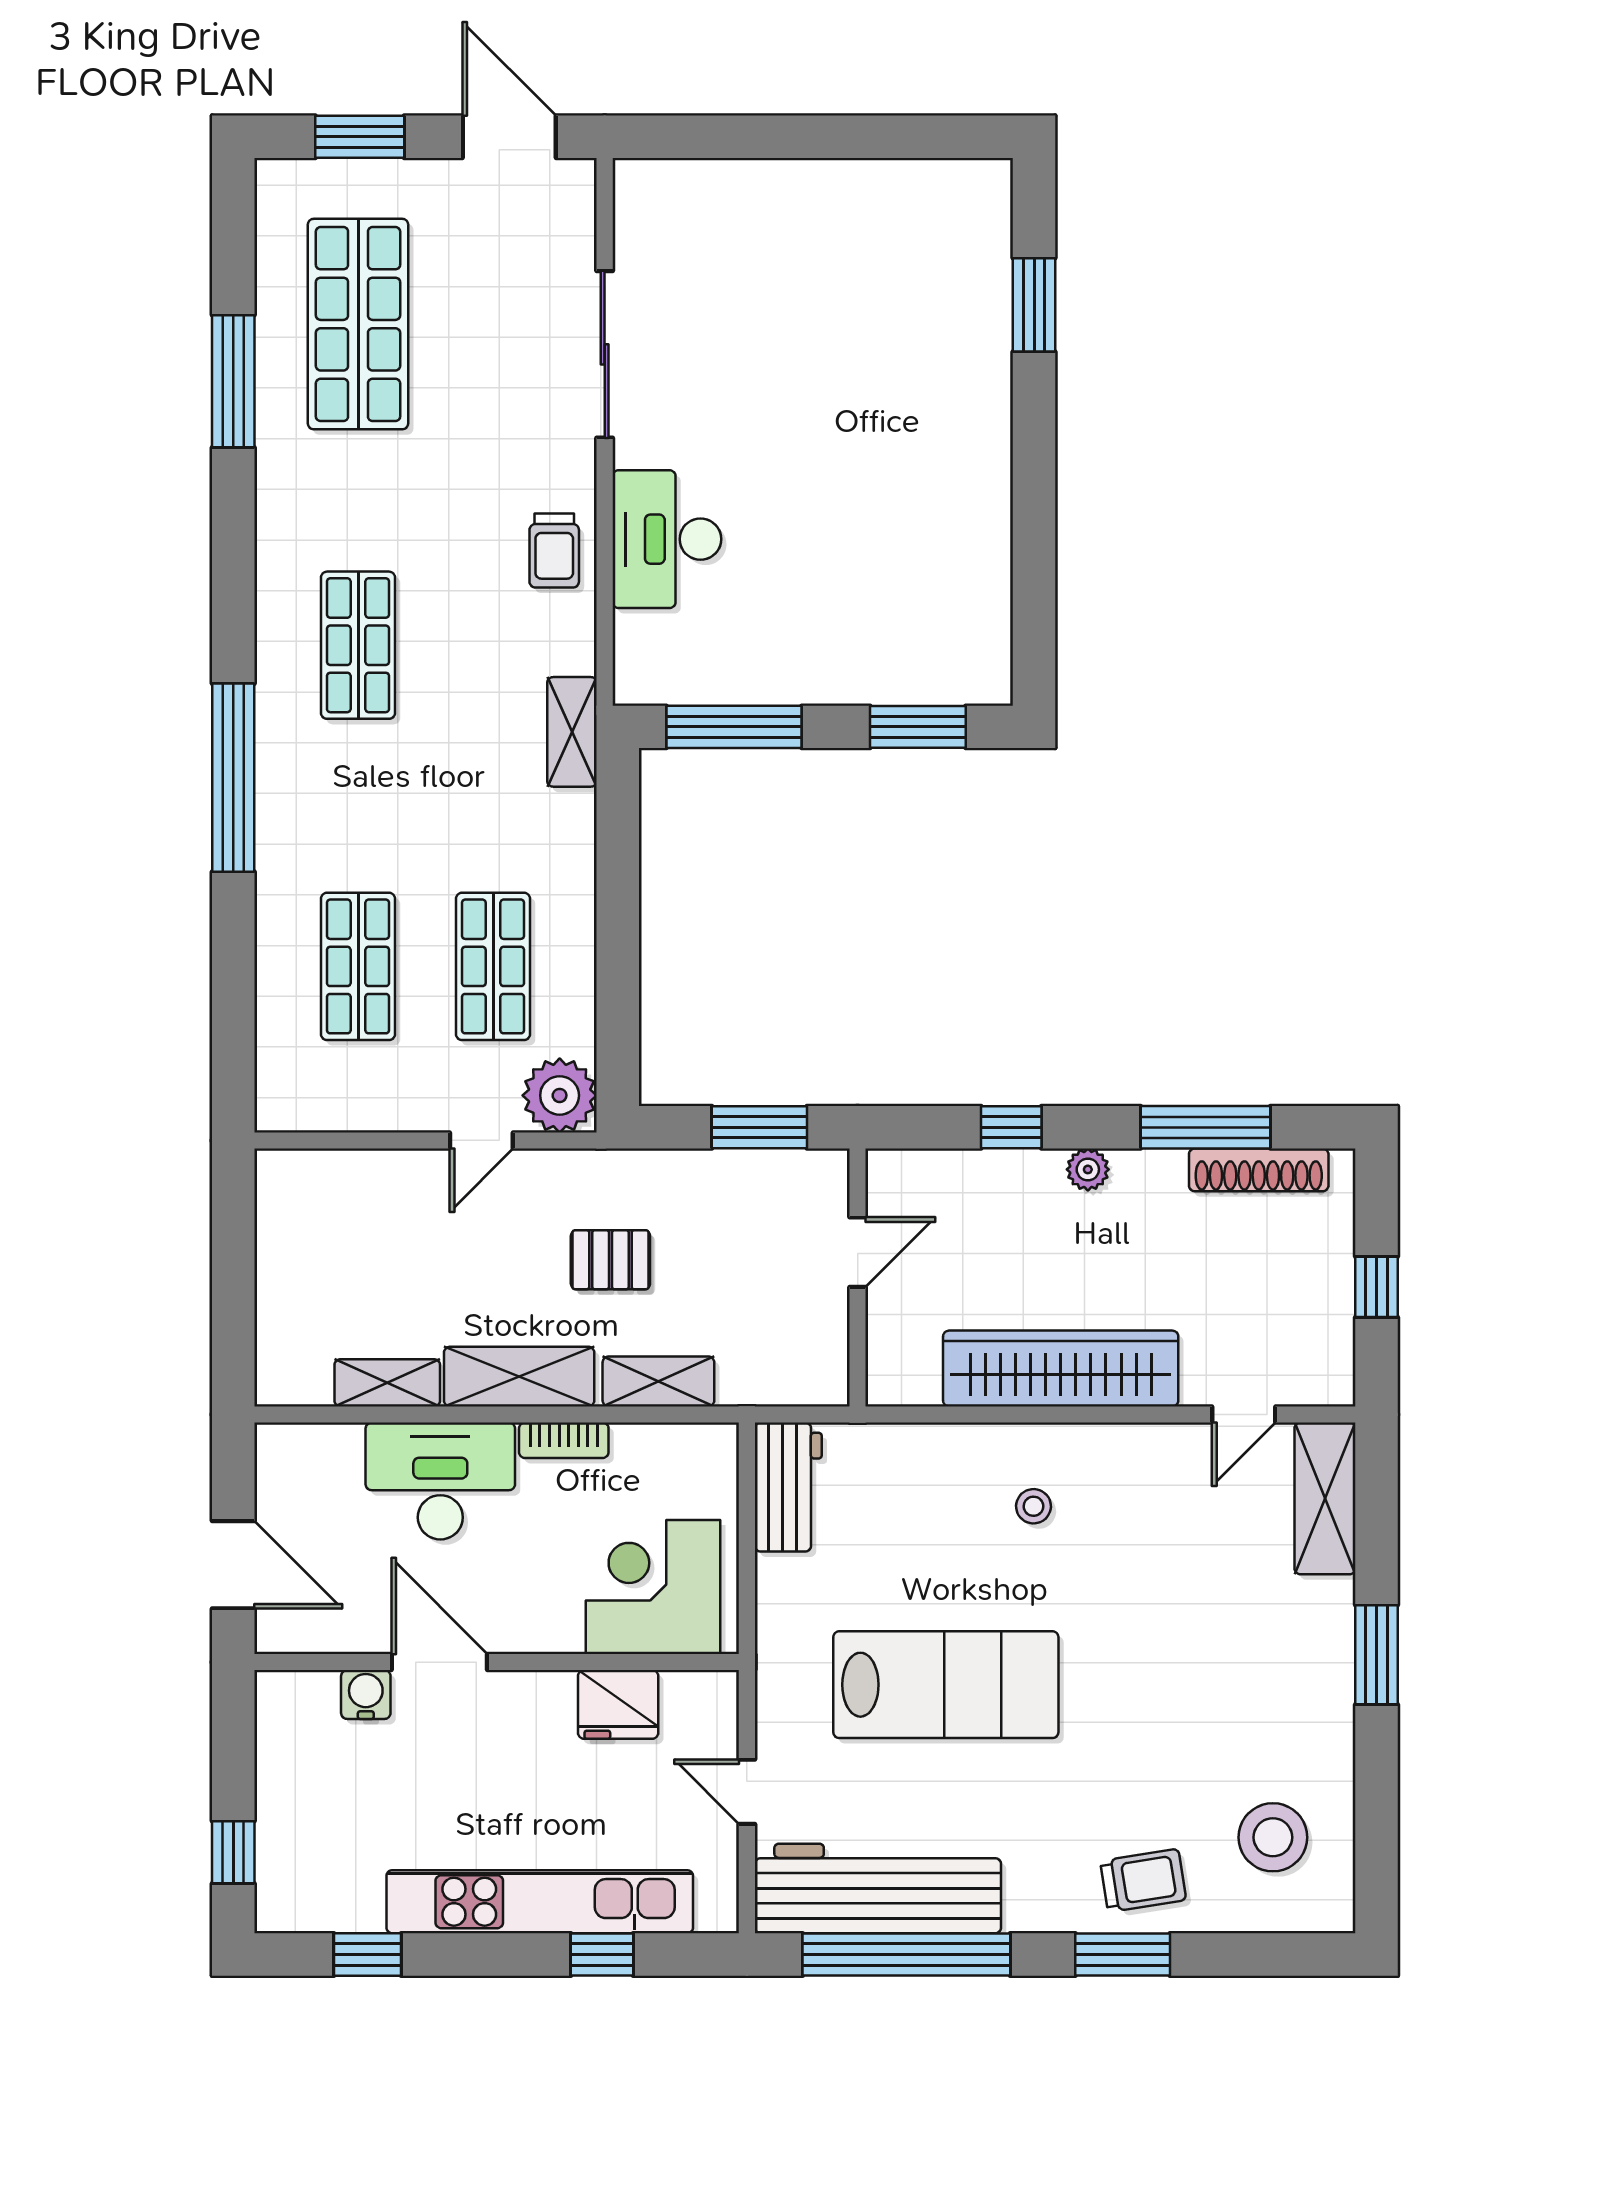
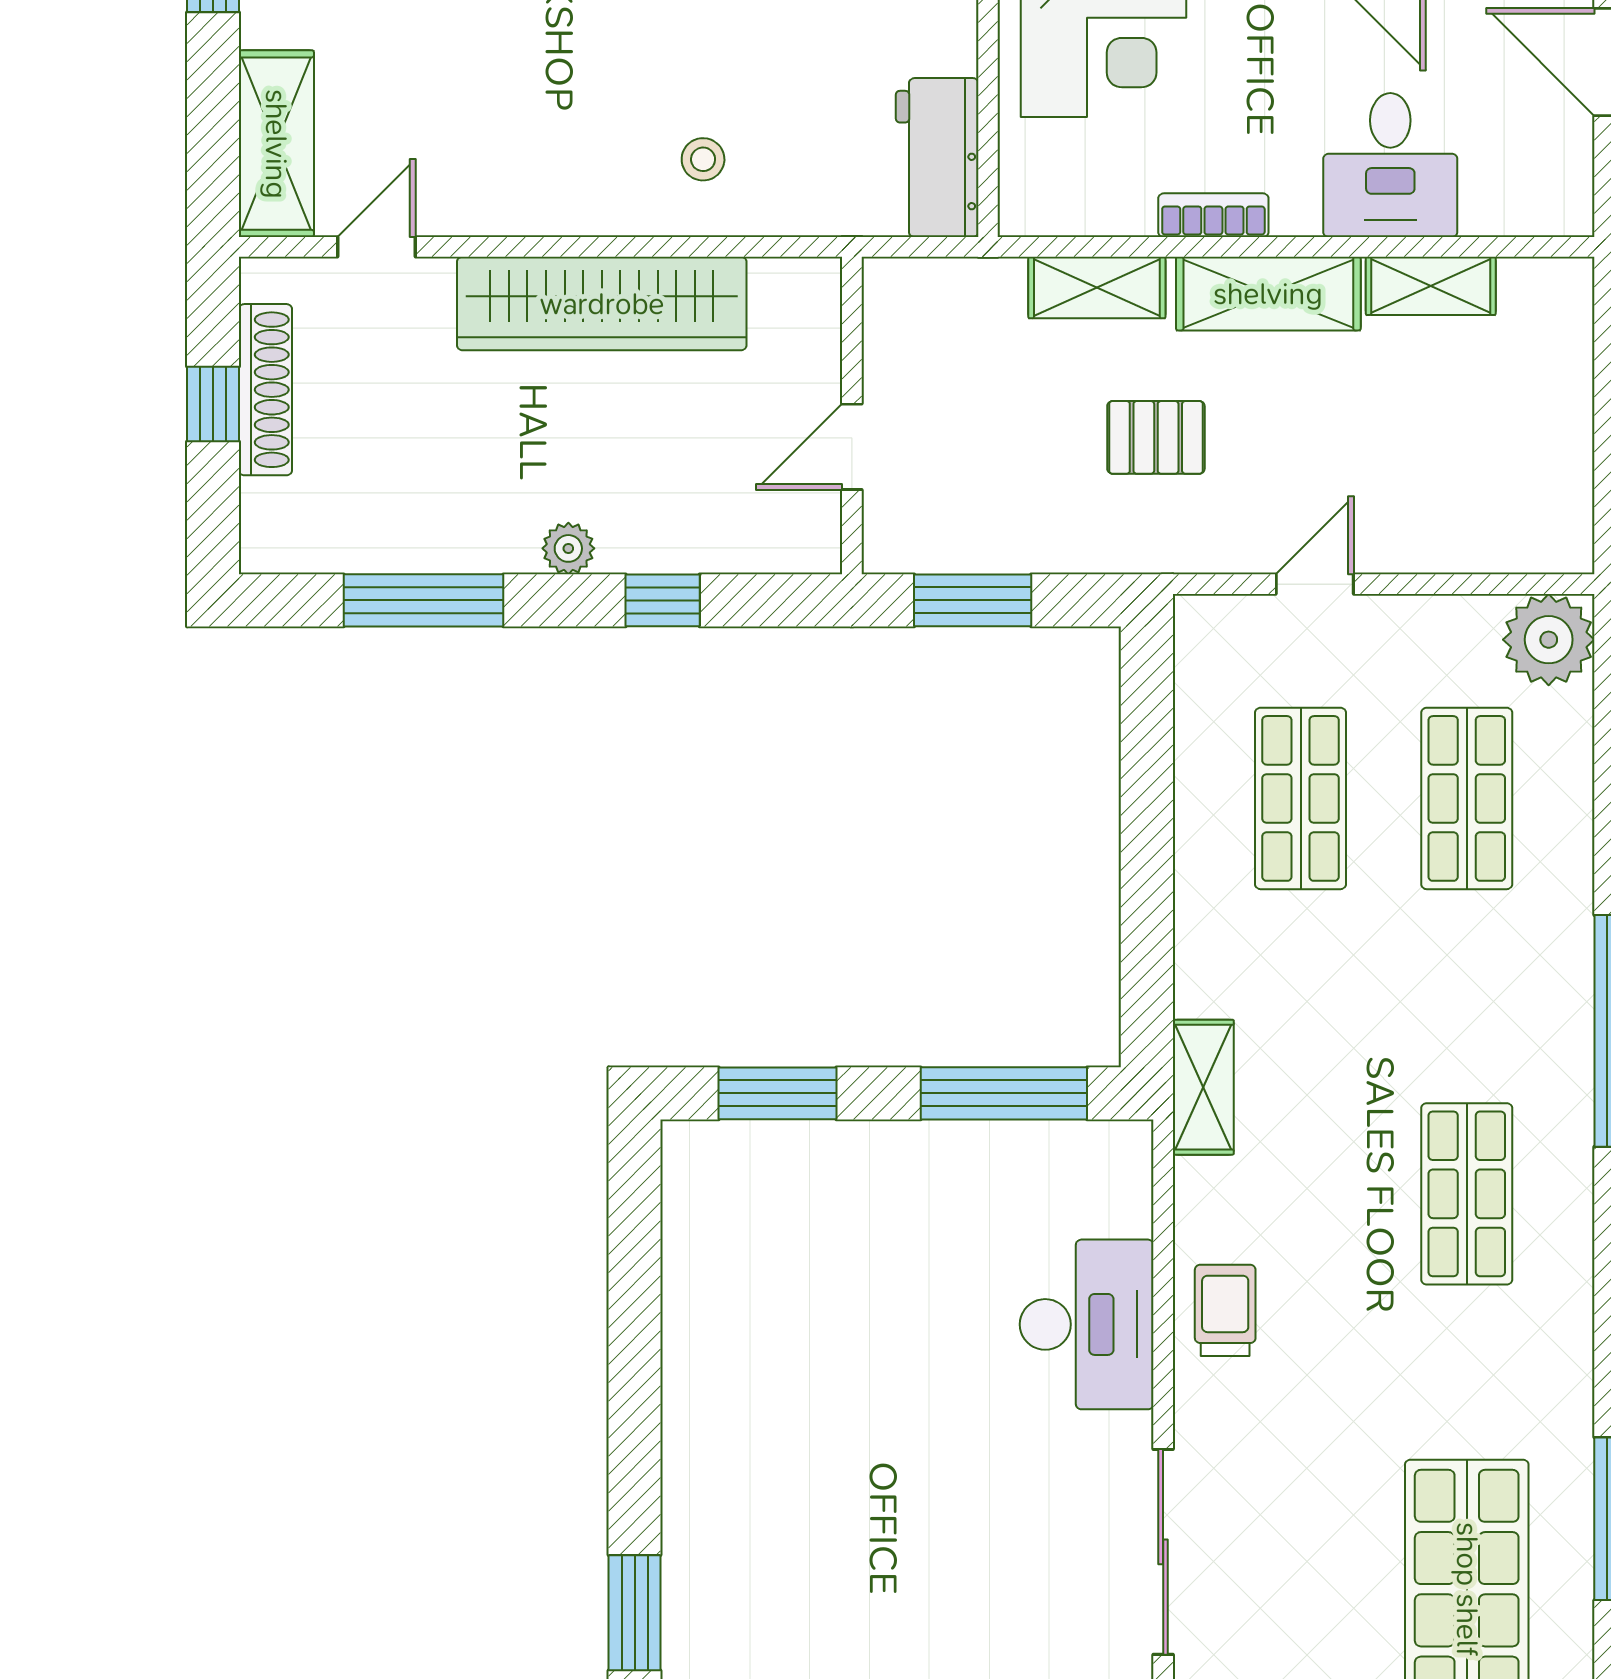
plant: (560, 1095) -> (1549, 640), moved
shoe rack: (1259, 1170) -> (265, 390), moved, turned 90
desk: (440, 1481) -> (1390, 165), width x0.73
stool: (1033, 1506) -> (703, 159), moved

